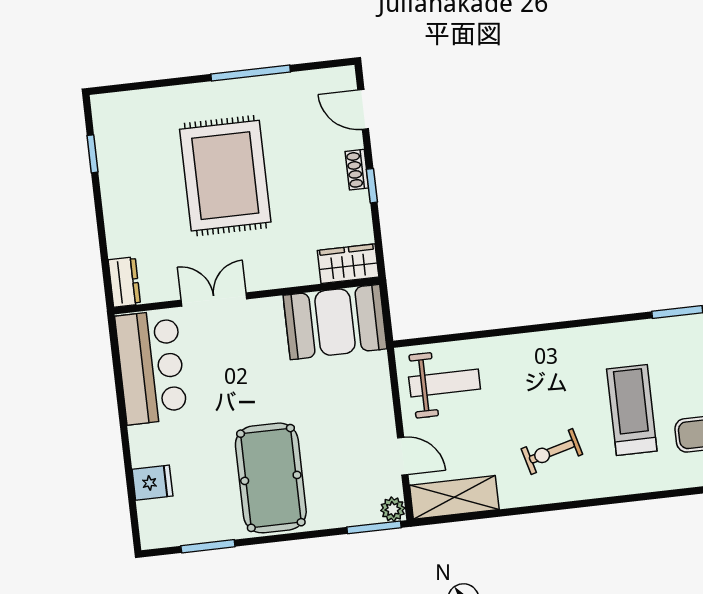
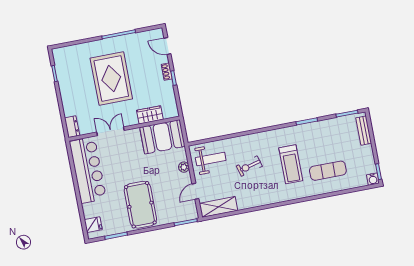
wardrobe: (348, 264) -> (150, 115), moved
bar counter: (151, 367) -> (88, 170), width x1.36
treadmill: (632, 410) -> (291, 164), turned 180
exercise bike: (552, 452) -> (249, 166), moved
door: (403, 456) -> (195, 191), swing flipped
fridge: (152, 483) -> (93, 225), moved
plant: (393, 509) -> (184, 167), moved

